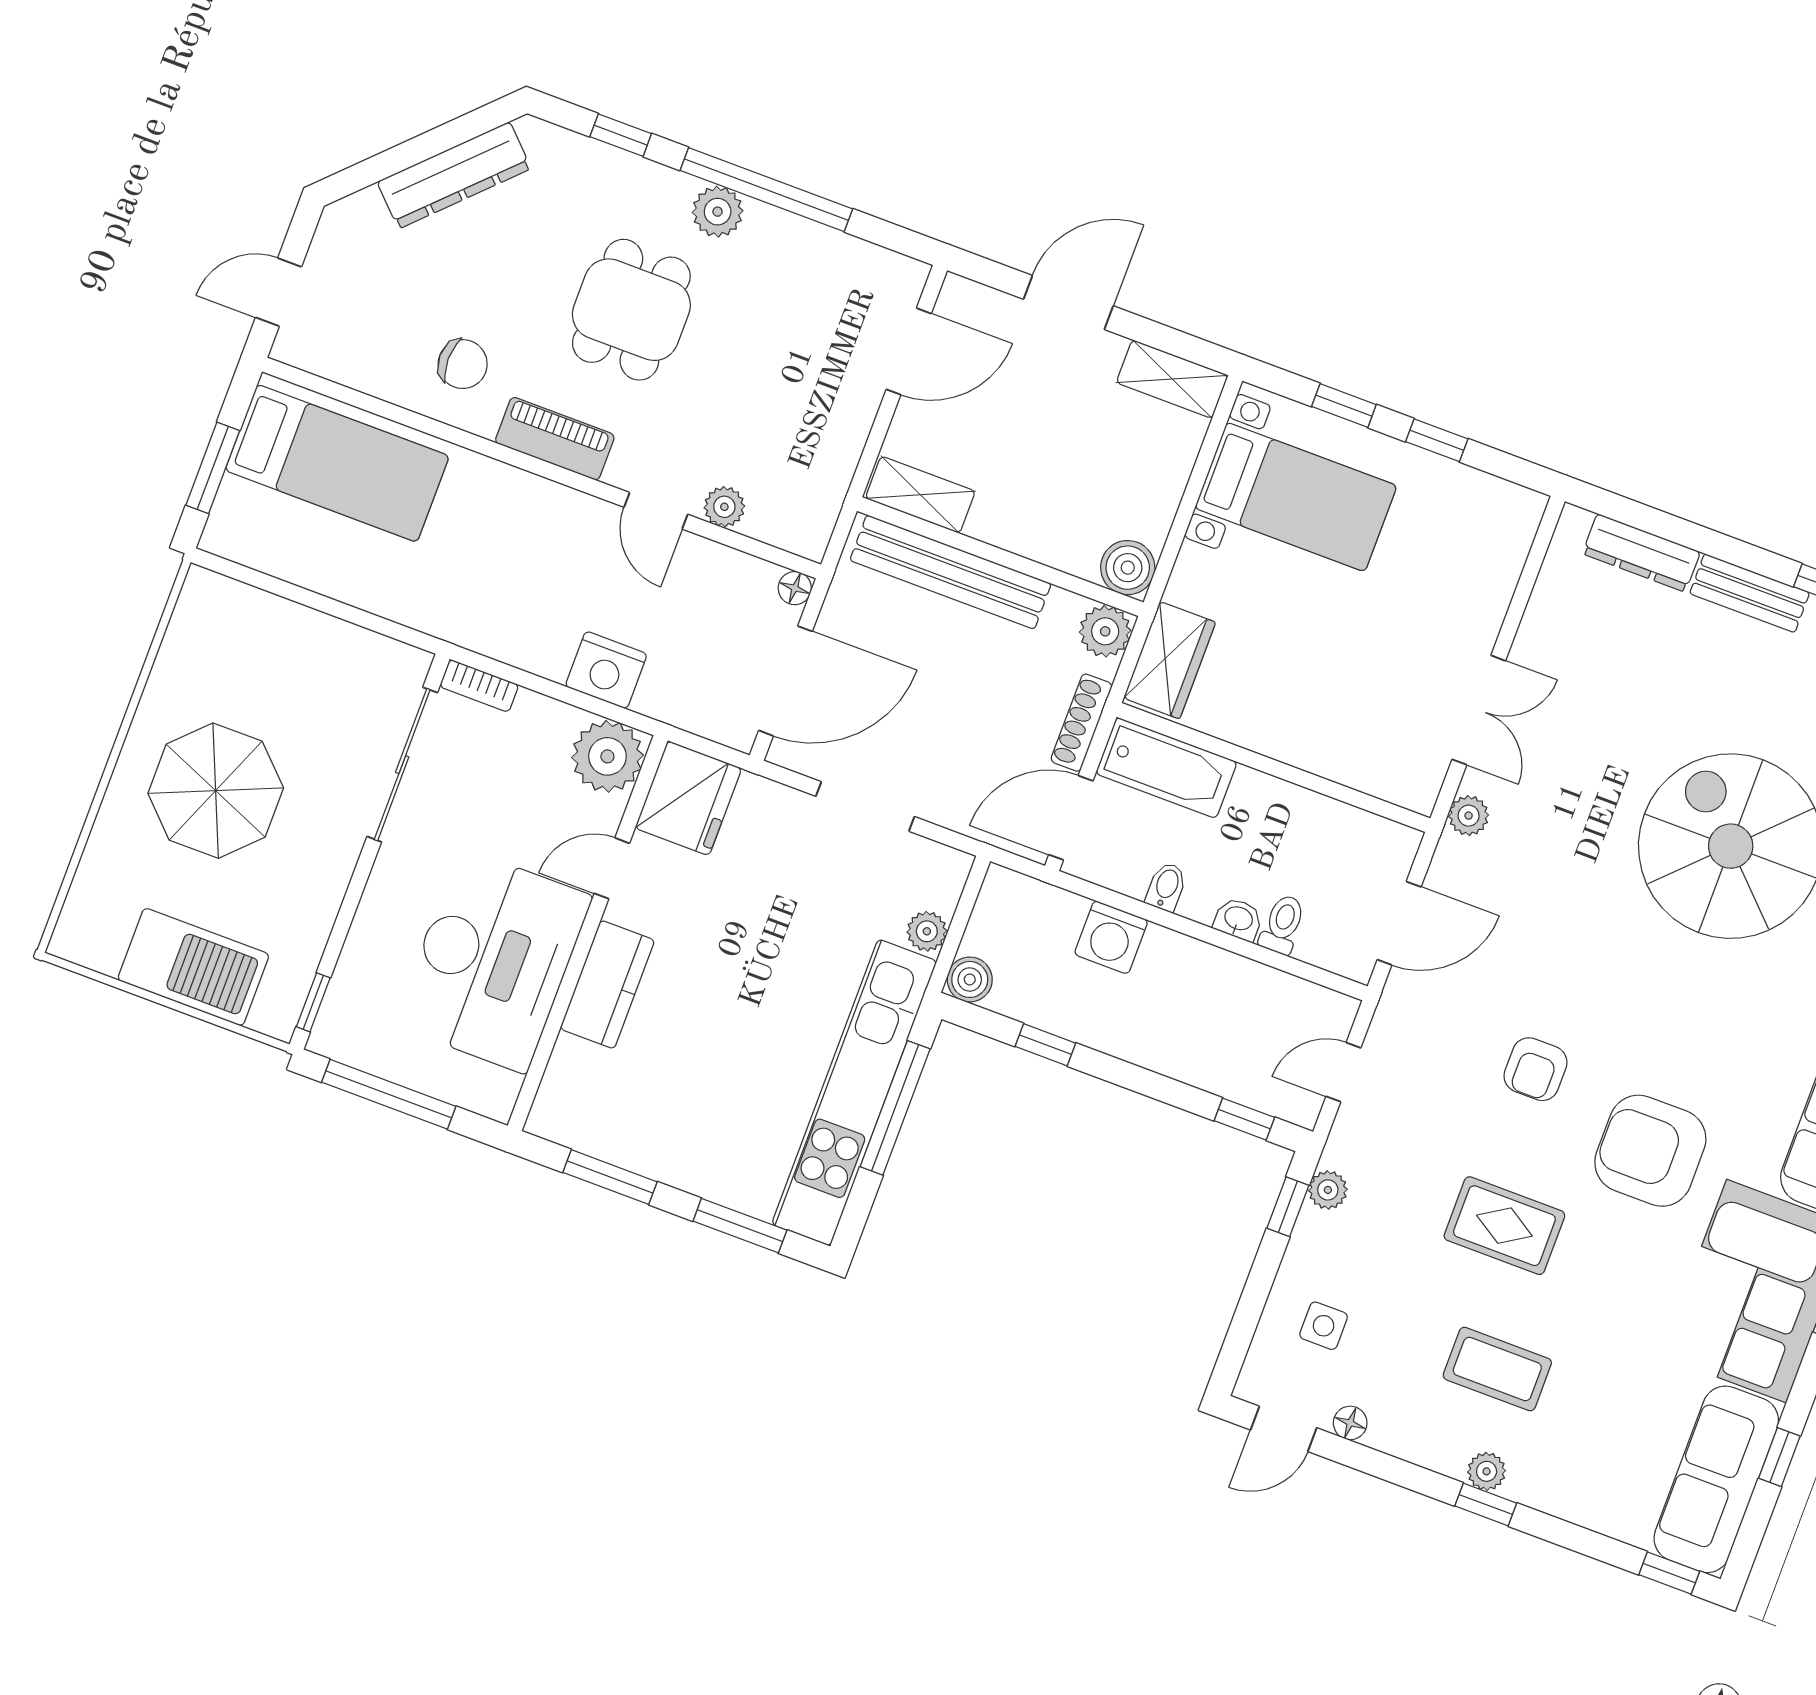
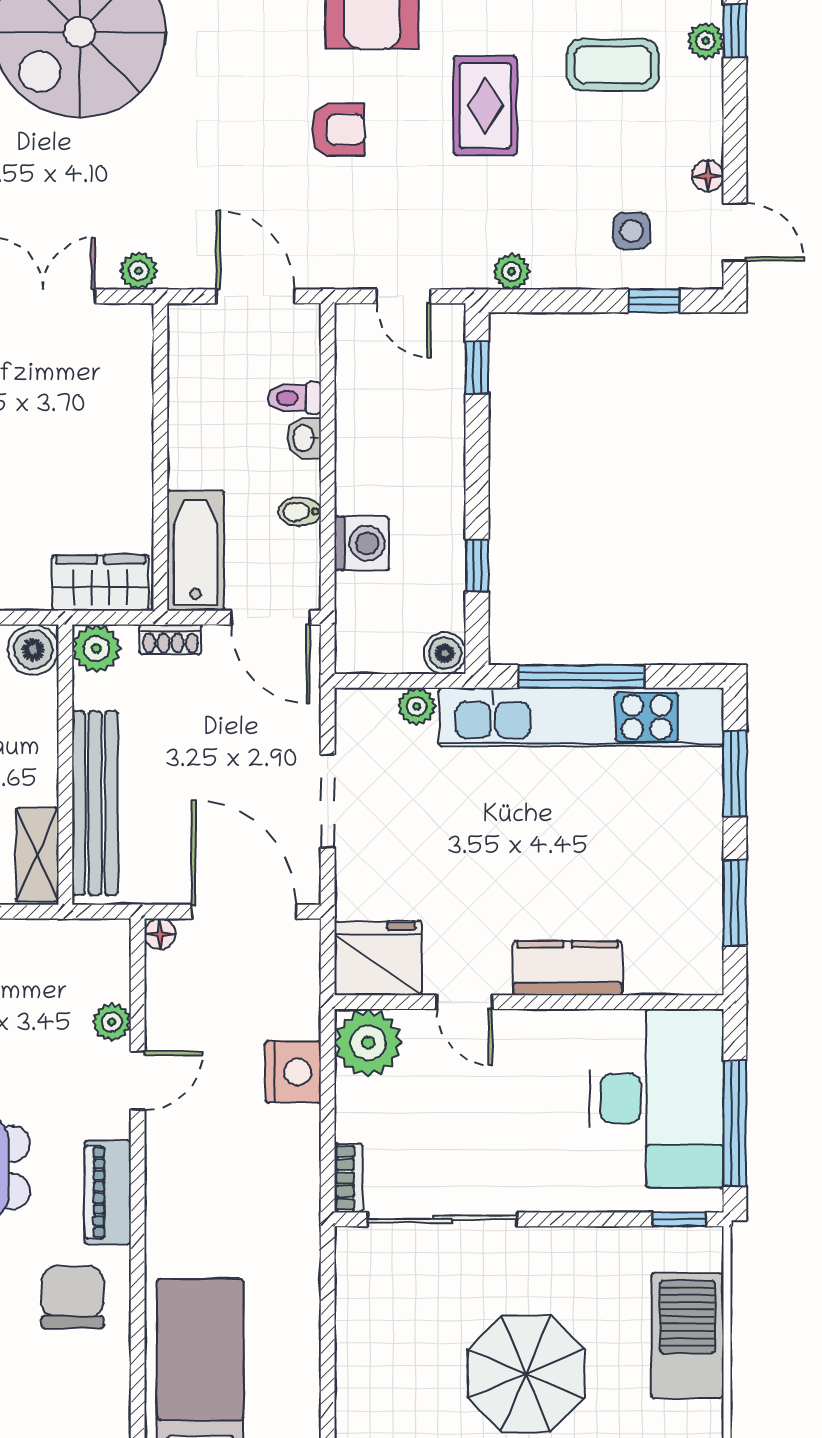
chair: (463, 364) -> (73, 1297), width x1.37, depth x1.37
shoe rack: (1081, 723) -> (171, 639), width x0.70
desk: (493, 961) -> (657, 1098), moved, turned 90
window: (1288, 1207) -> (654, 301), moved
coffee table: (1497, 1369) -> (613, 65), turned 90

